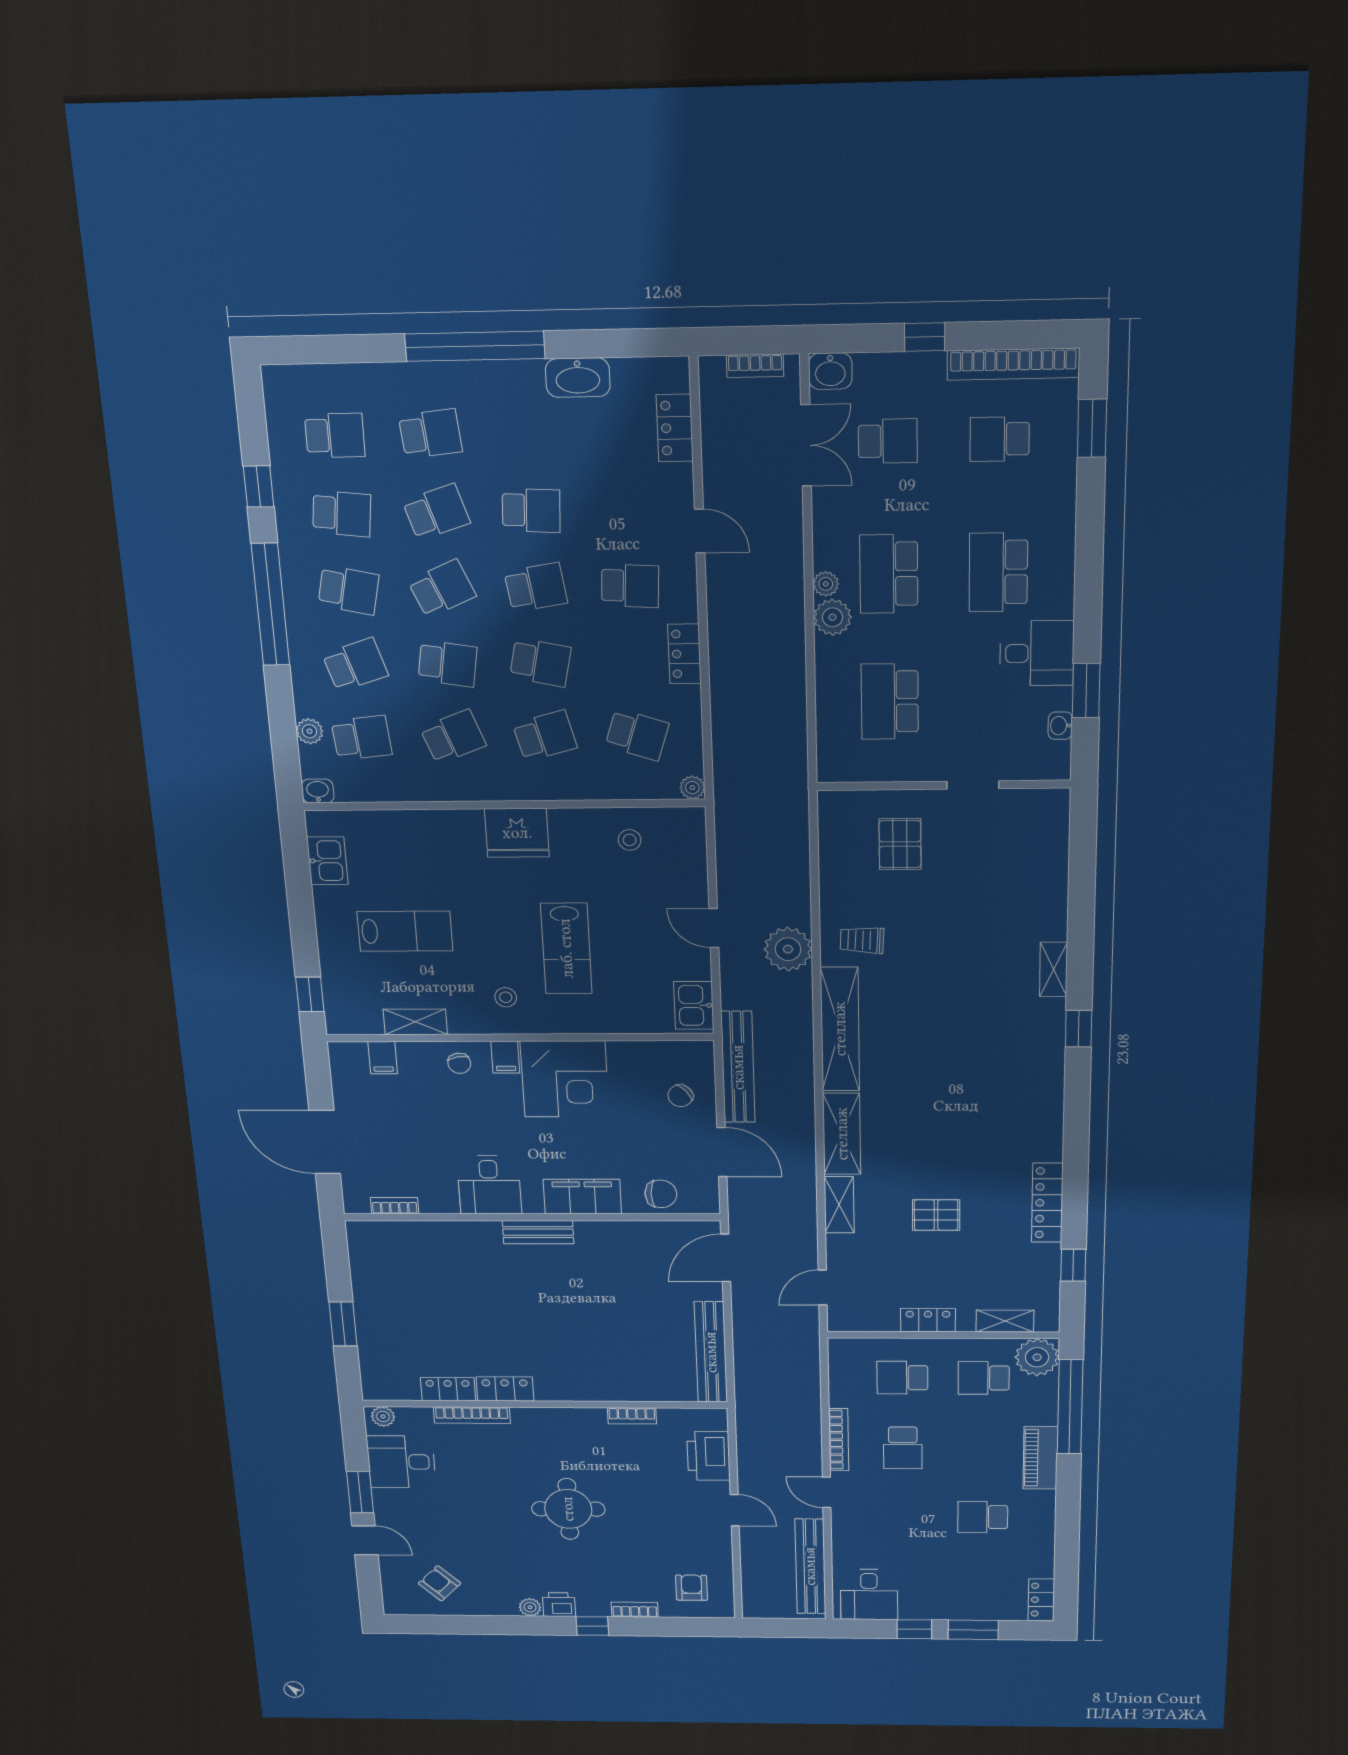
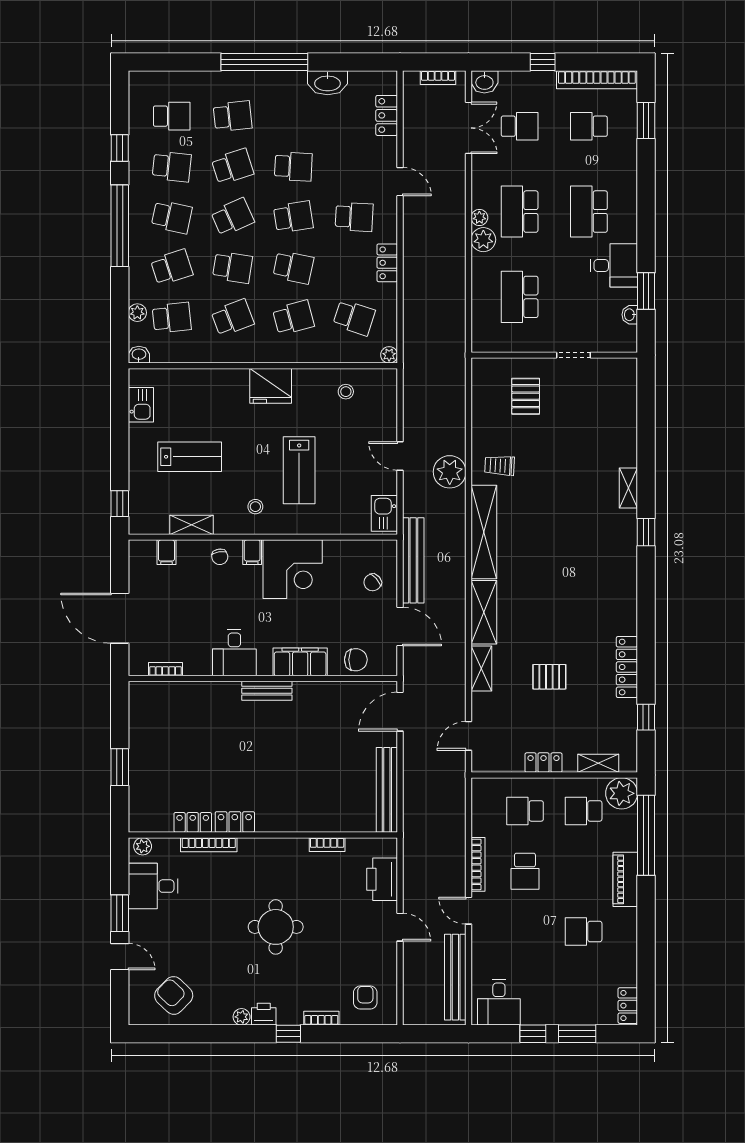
armchair: (439, 1583) -> (174, 995), width x1.38, depth x1.38

